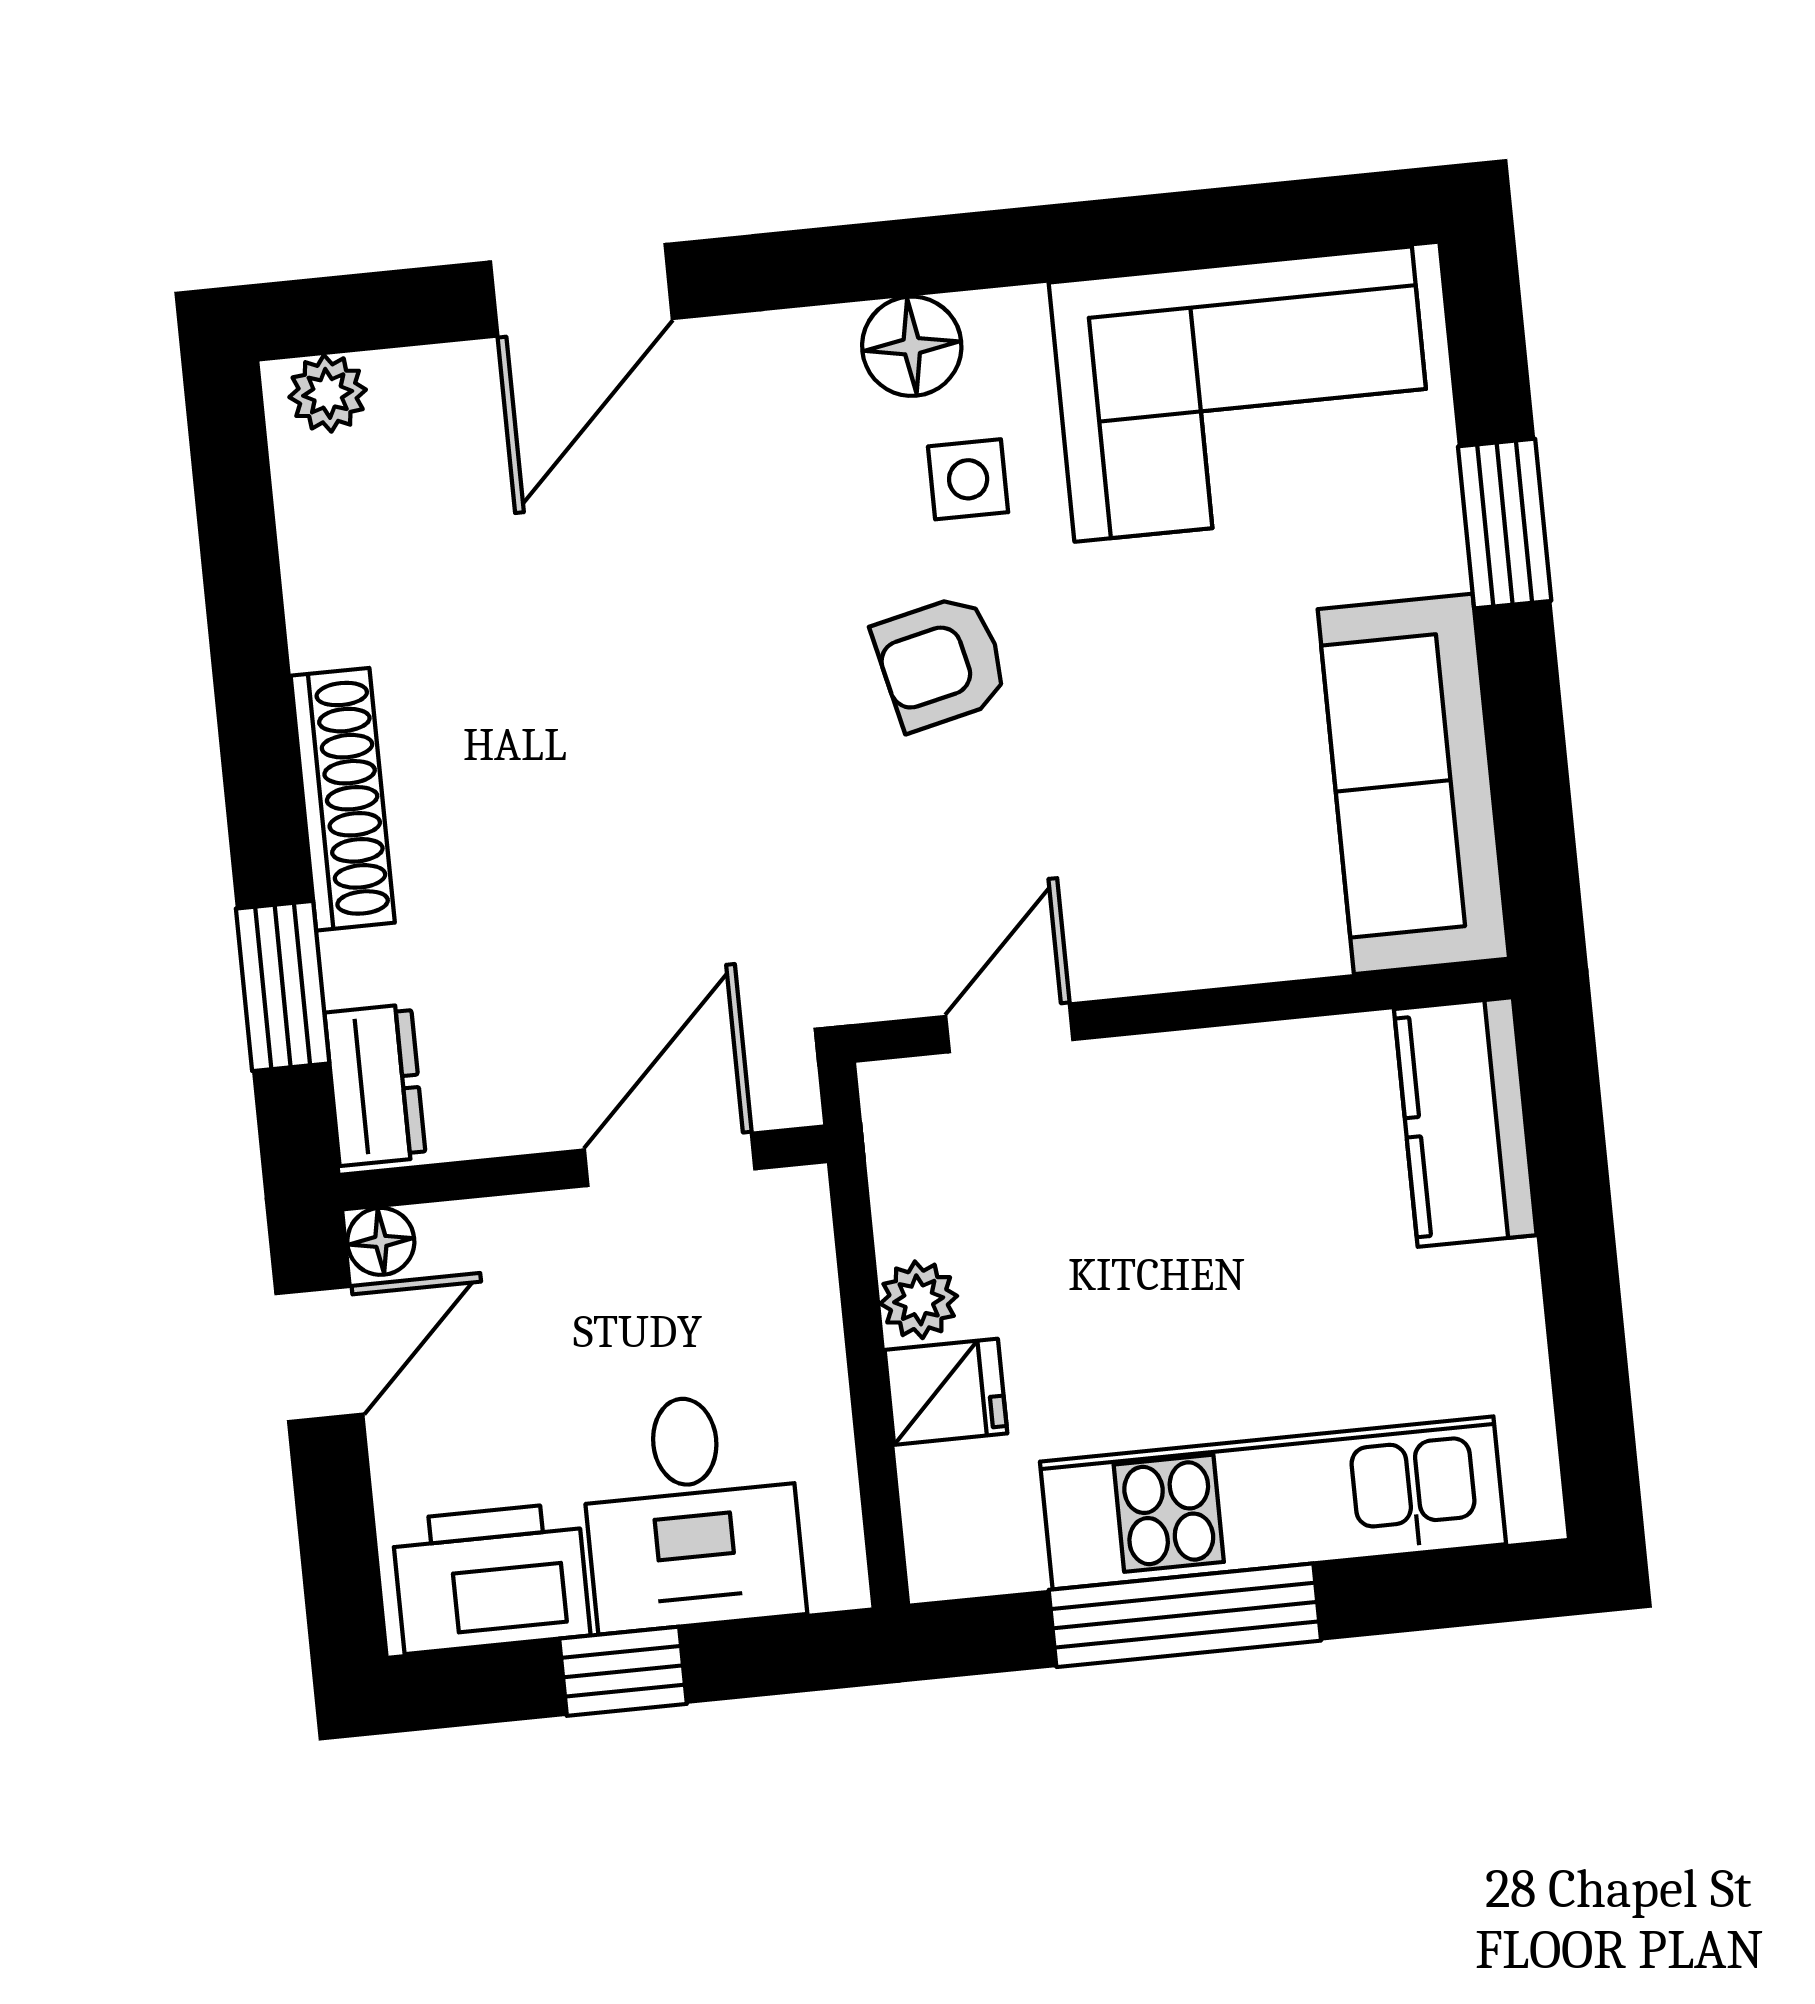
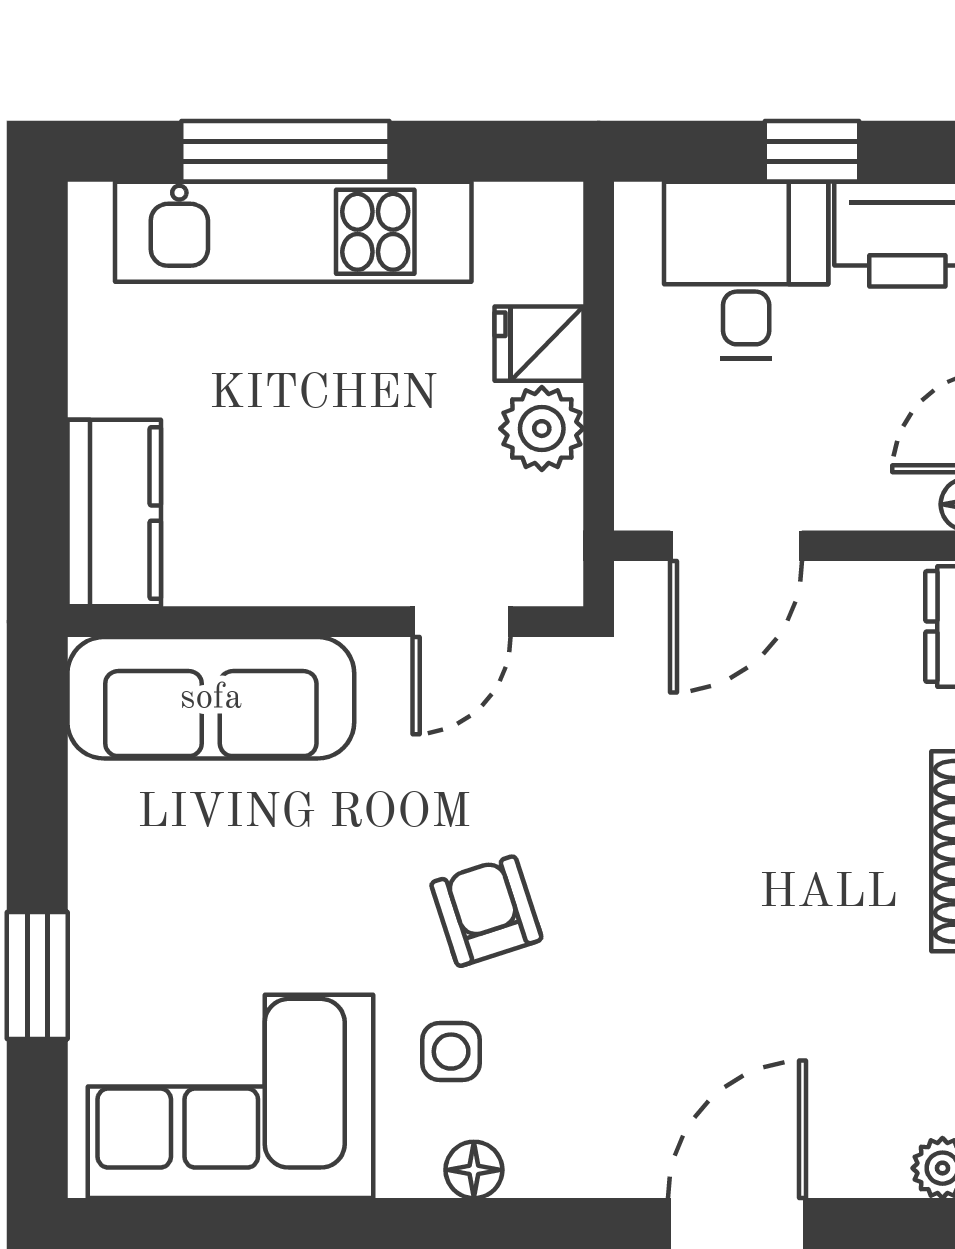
floor lamp: (912, 346) -> (474, 1170), width x0.73, depth x0.73
armchair: (941, 662) -> (486, 911), turned -95
sofa: (1413, 784) -> (211, 698), moved, turned 90
plant: (919, 1300) -> (542, 429), width x1.38, depth x1.38
window: (1185, 1615) -> (285, 151), moved

